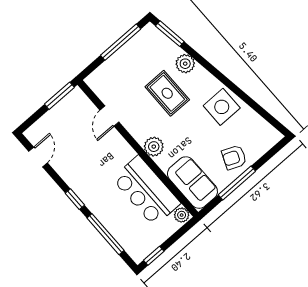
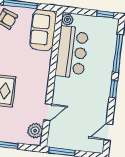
plant: (154, 147) -> (35, 131), moved

